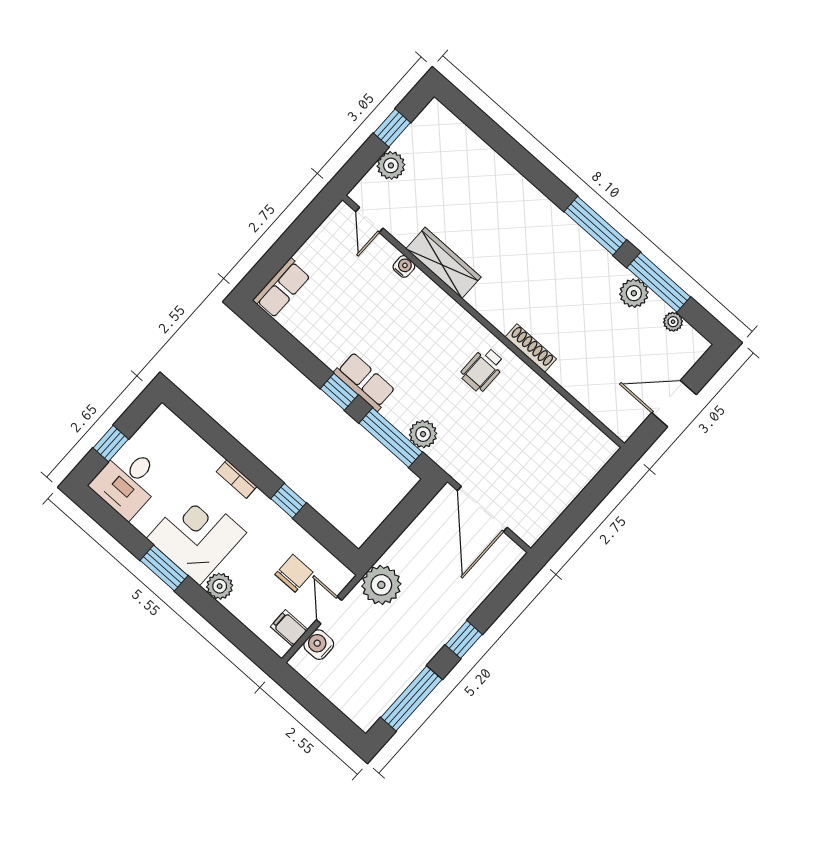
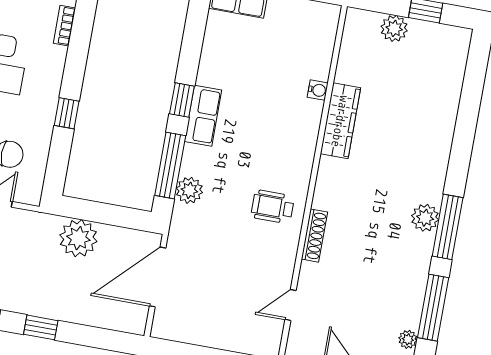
door: (369, 220) -> (291, 305), moved
plant: (634, 293) -> (425, 218), moved
bookcase: (237, 479) -> (64, 26), moved
plant: (381, 585) -> (78, 238), moved

